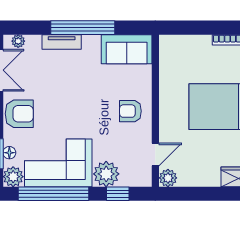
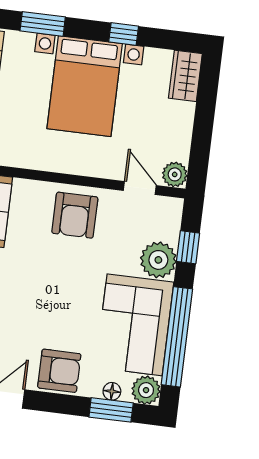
armchair: (130, 111) -> (75, 215), width x1.38, depth x1.38
armchair: (19, 114) -> (59, 371), turned 90

